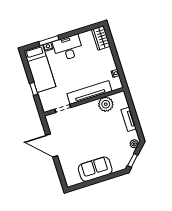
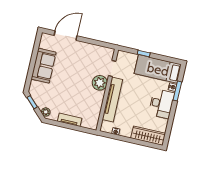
wardrobe: (101, 38) -> (148, 136), width x1.50
plant: (106, 104) -> (100, 83), moved
door: (52, 145) -> (66, 36), moved

